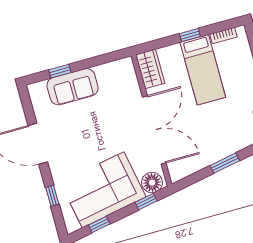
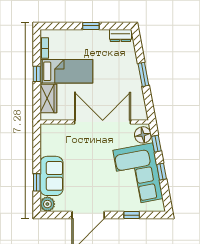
wardrobe: (150, 69) -> (48, 99), moved, turned 90
plant: (37, 91) -> (47, 204), added
window: (99, 225) -> (162, 172), moved

